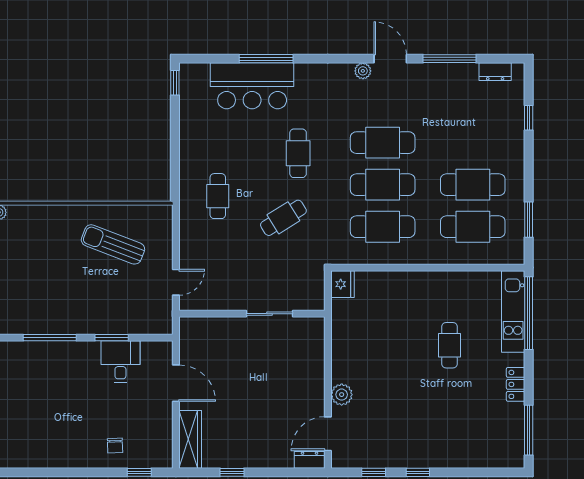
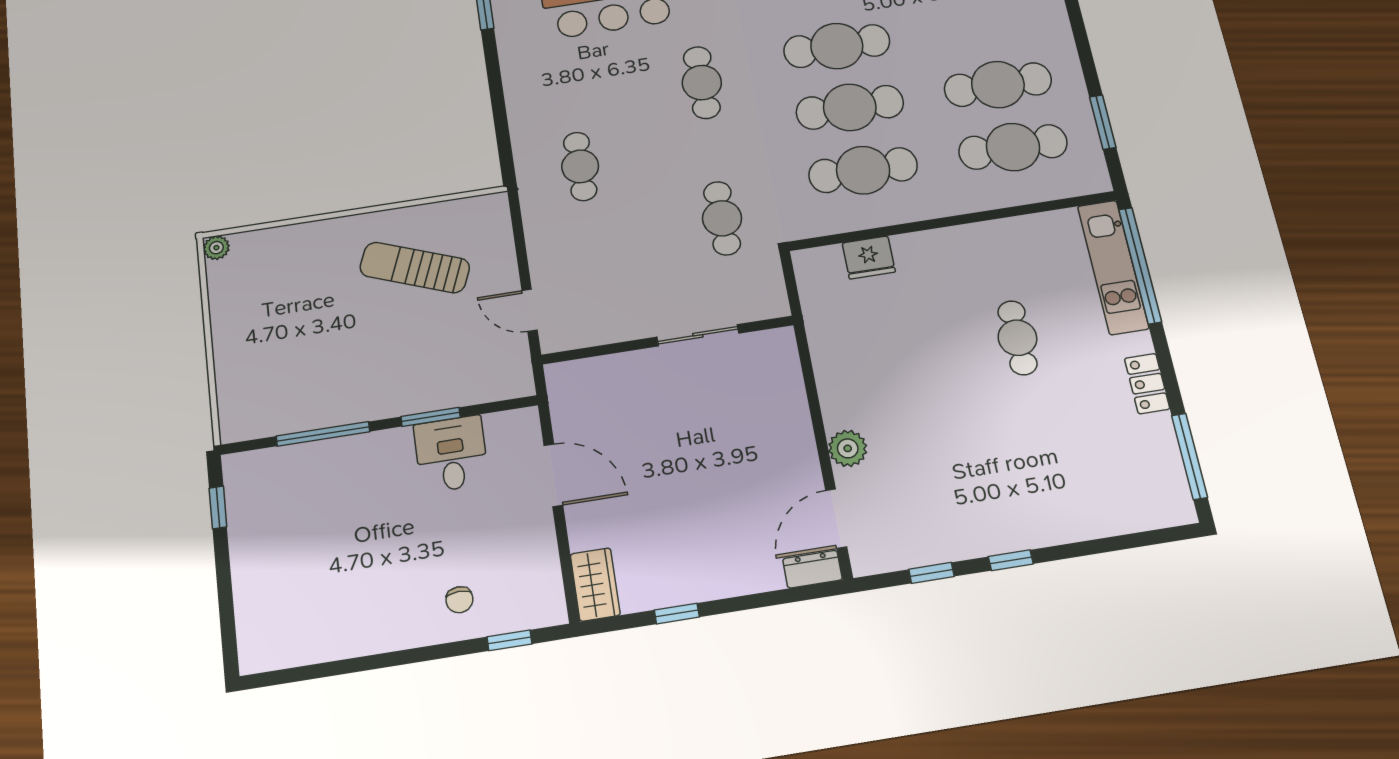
cafe table: (283, 218) -> (722, 218), moved, turned -58
door: (176, 282) -> (530, 310), swing flipped
fridge: (342, 284) -> (869, 257), moved, turned 90
wardrobe: (190, 439) -> (595, 584), width x0.67

